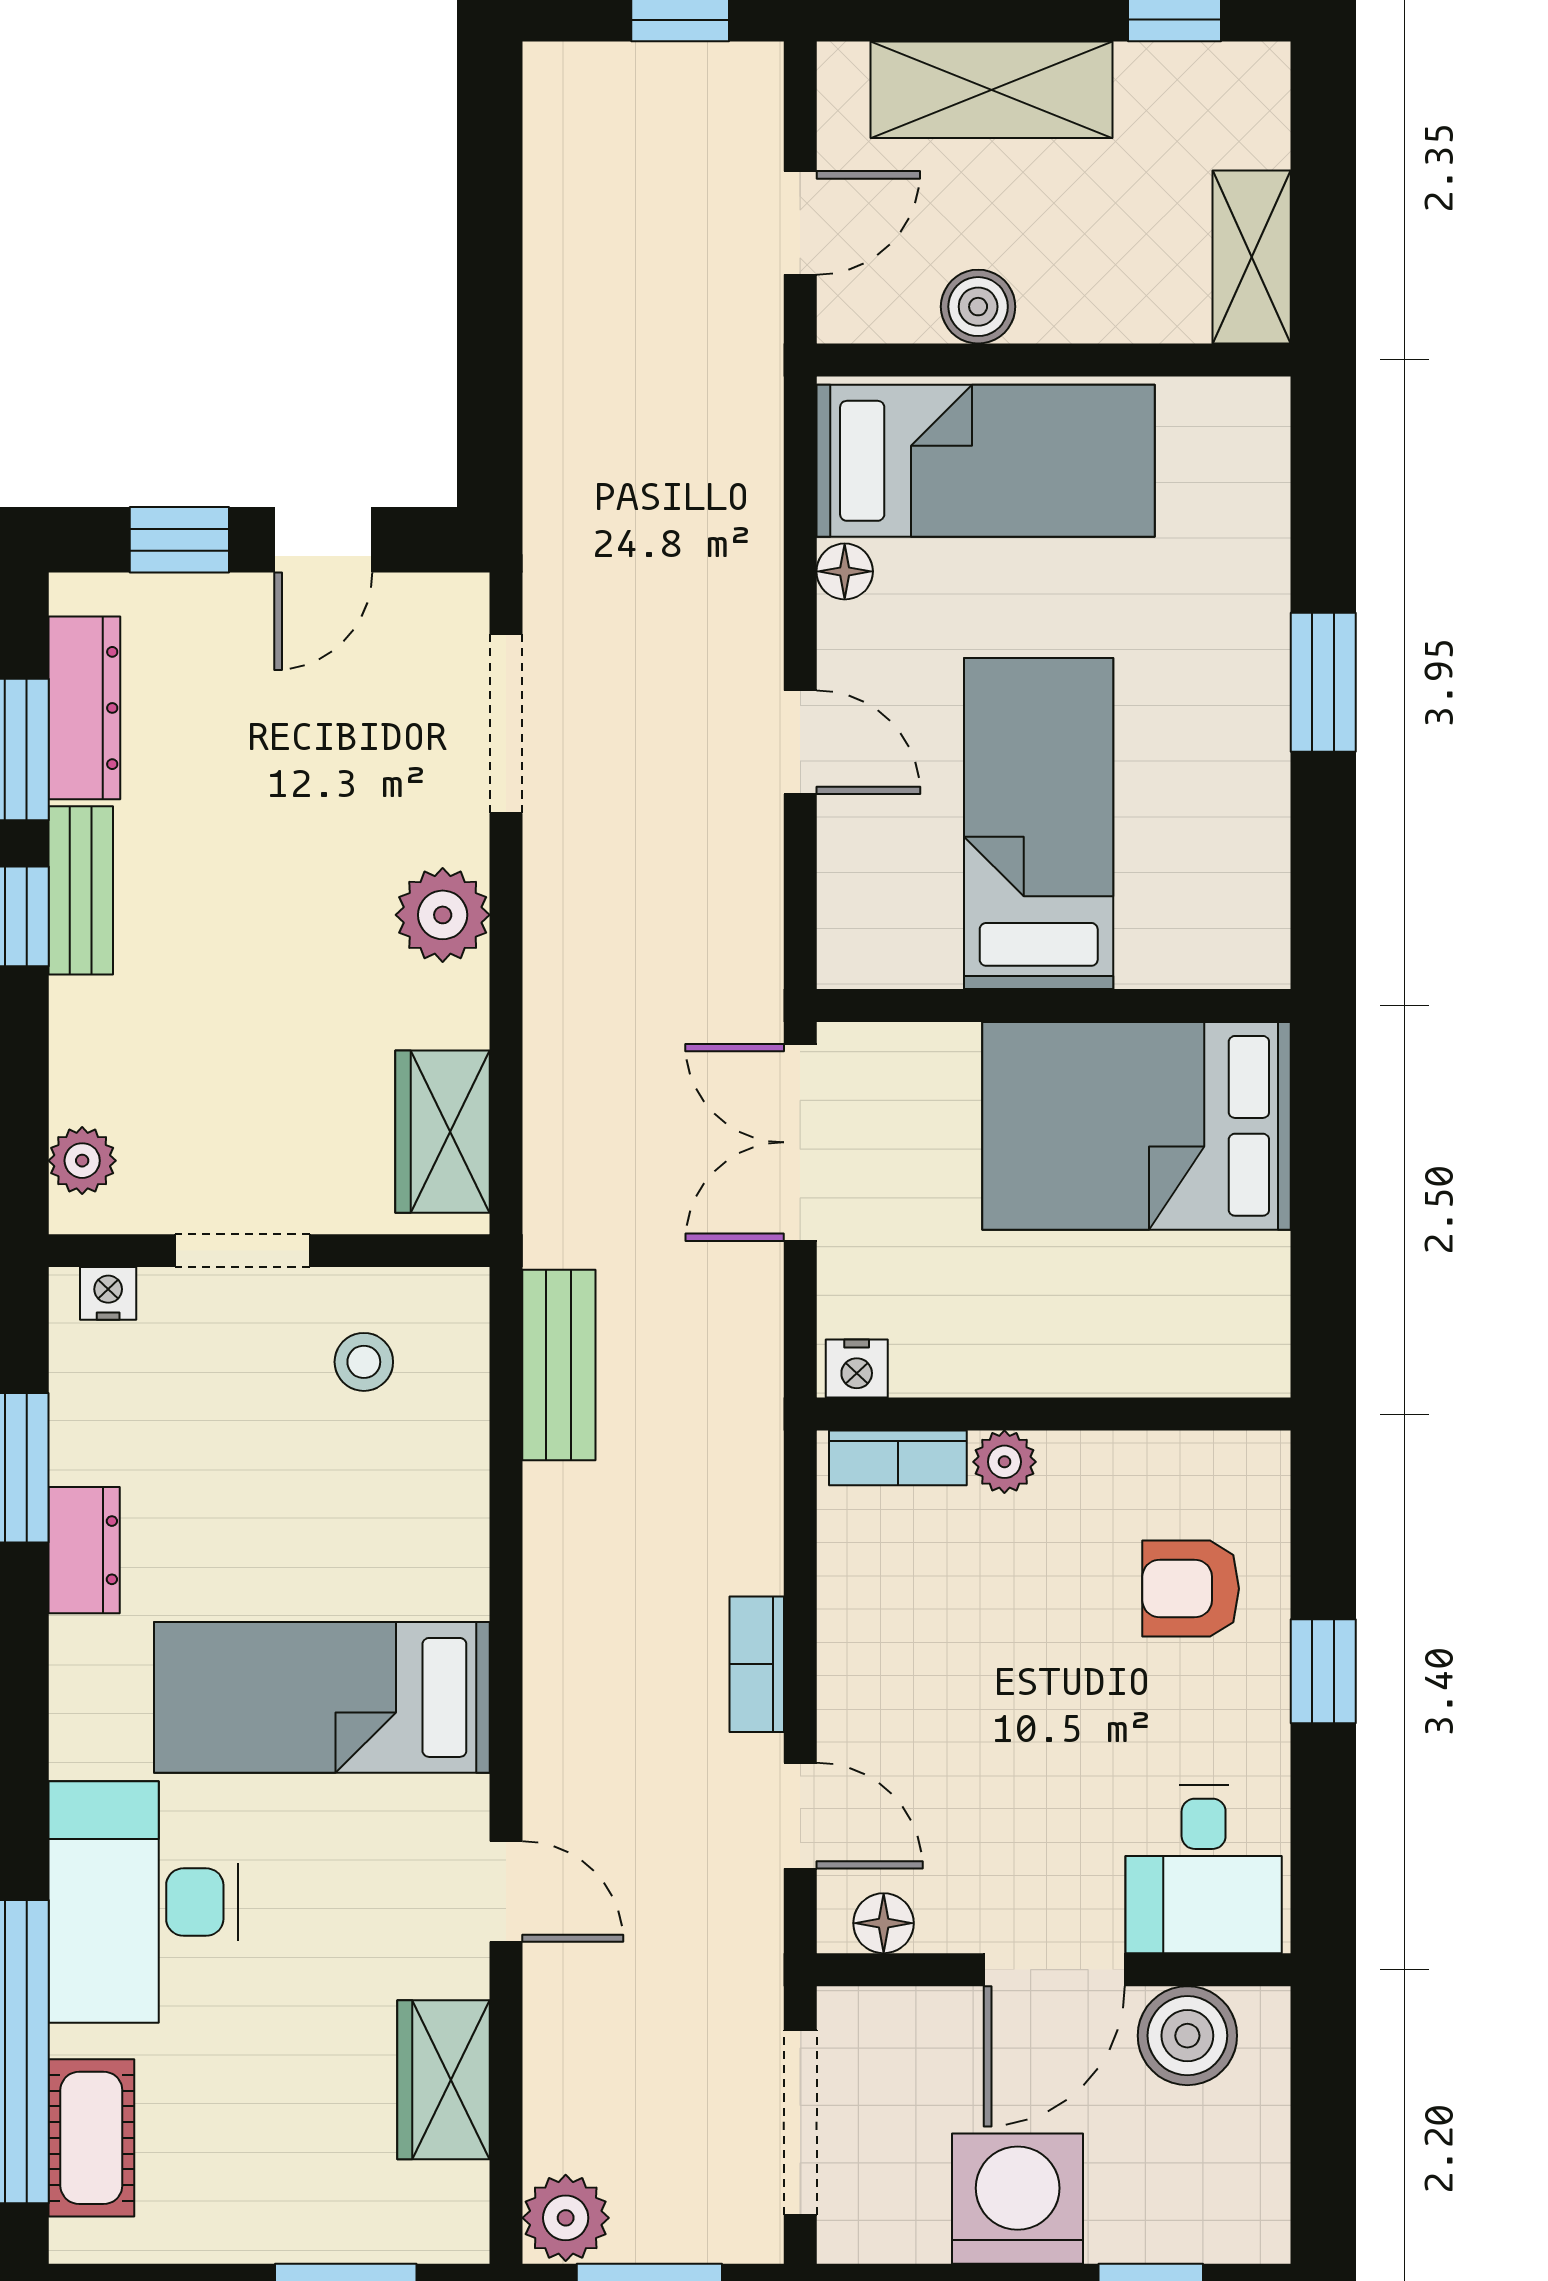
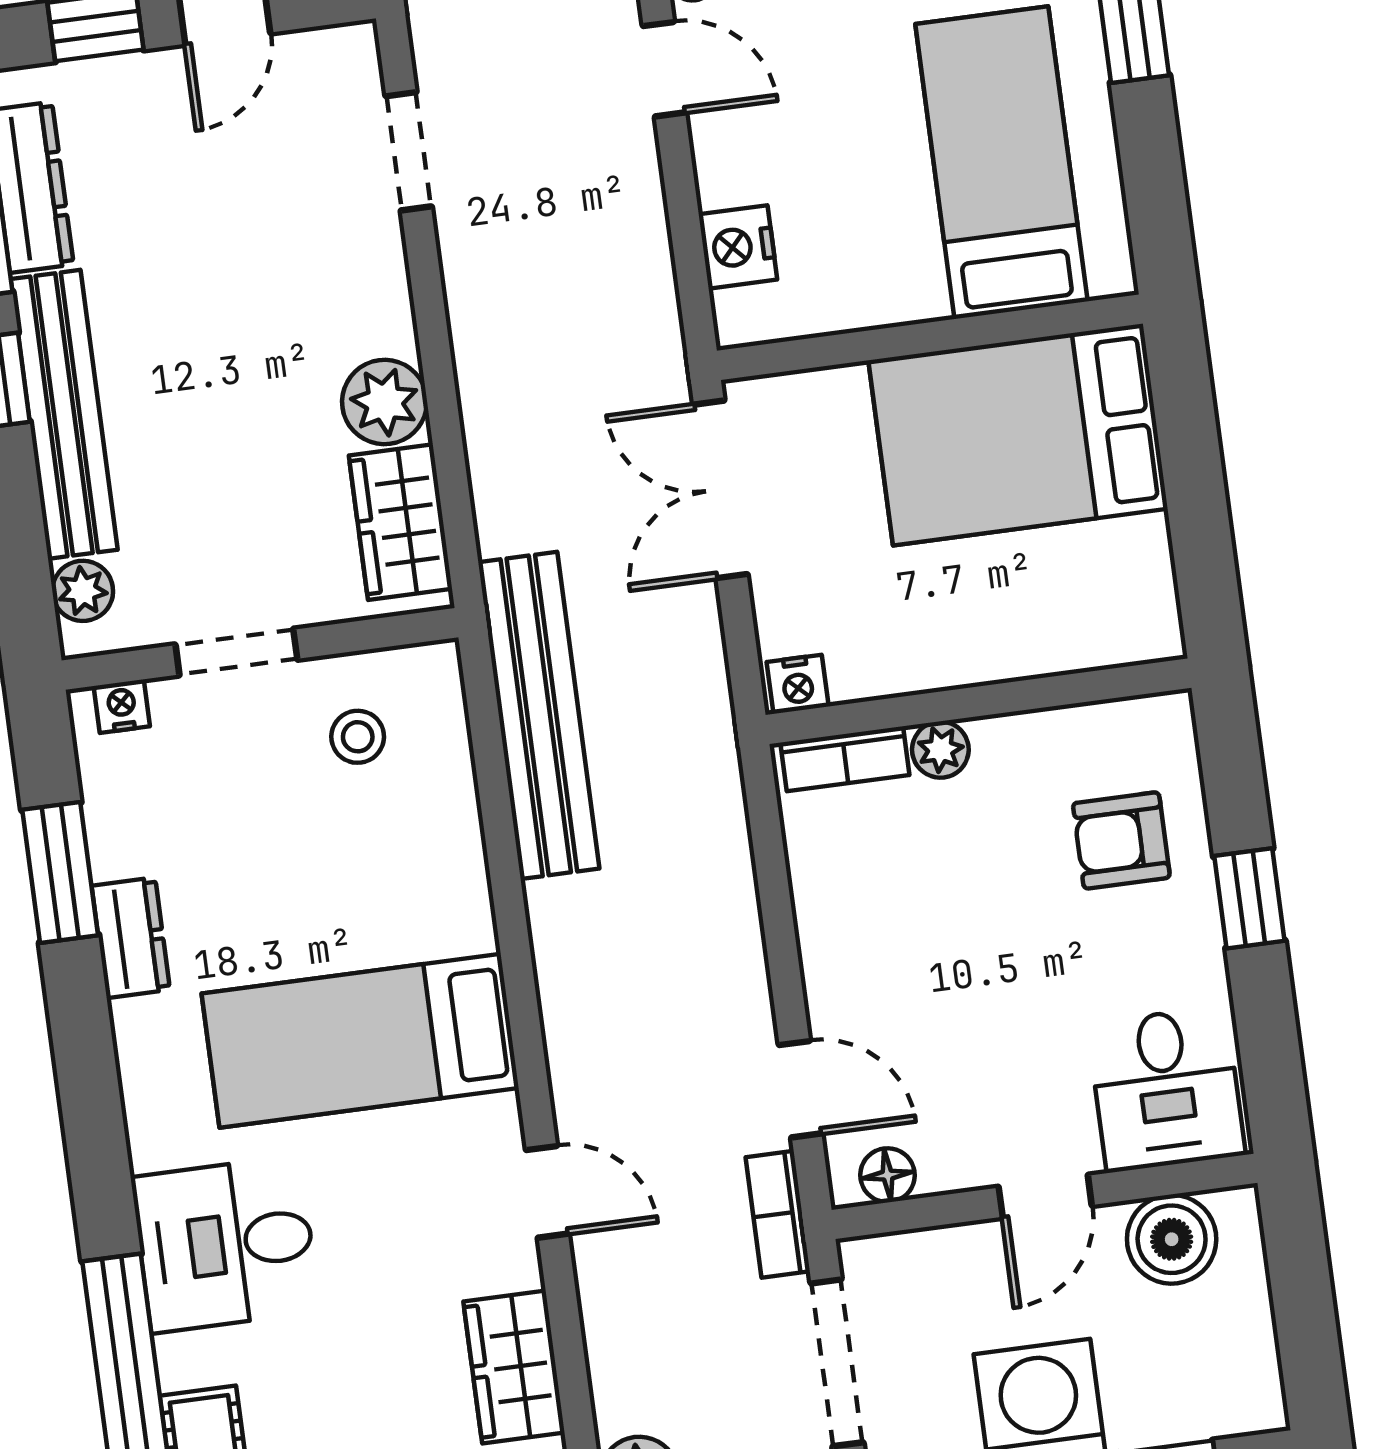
doorway: (506, 724) -> (409, 151), width x0.73
door: (800, 742) -> (664, 69), moved
bed: (1039, 824) -> (1001, 163), moved
nightstand: (855, 878) -> (738, 247), added
bench: (81, 890) -> (64, 414), width x1.86, depth x1.21
plant: (443, 915) -> (384, 402), moved
bench: (559, 1365) -> (539, 715), width x1.86, depth x1.21
bookcase: (757, 1664) -> (778, 1214), moved
desk: (143, 1902) -> (226, 1244), width x0.73
door: (1054, 1970) -> (1045, 1196), width x0.73

